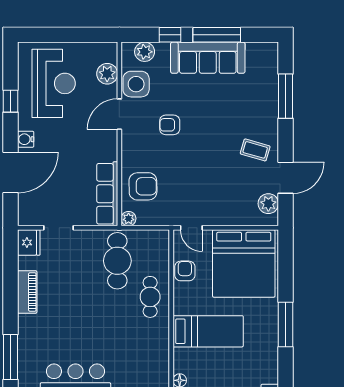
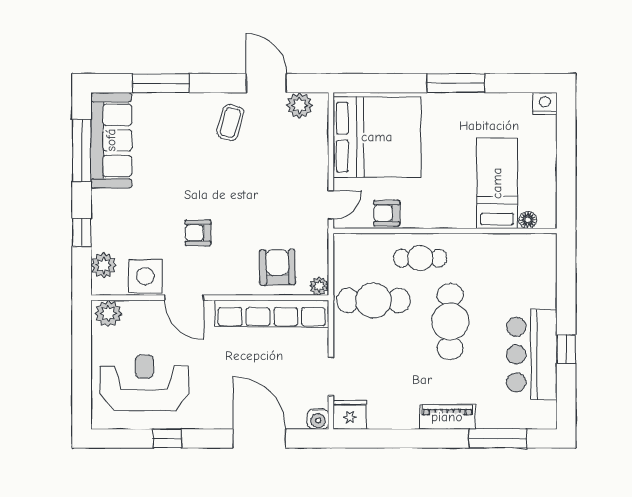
window: (217, 35) -> (82, 150), moved
sofa: (208, 58) -> (111, 140), moved
plant: (107, 74) -> (108, 314), moved
armchair: (170, 125) -> (198, 233), turned 90
water cooler: (26, 139) -> (318, 419), moved
row of seats: (107, 194) -> (272, 314), width x1.36
piano: (27, 292) -> (447, 417), moved
cafe table: (101, 320) -> (450, 321), added
bed: (208, 331) -> (497, 183), moved

